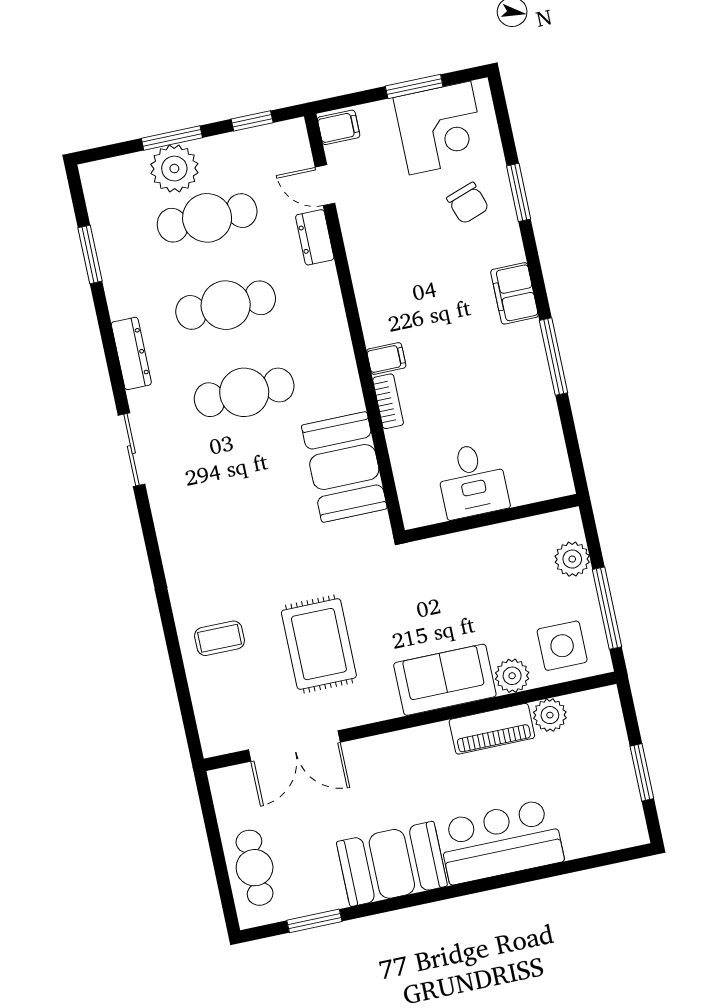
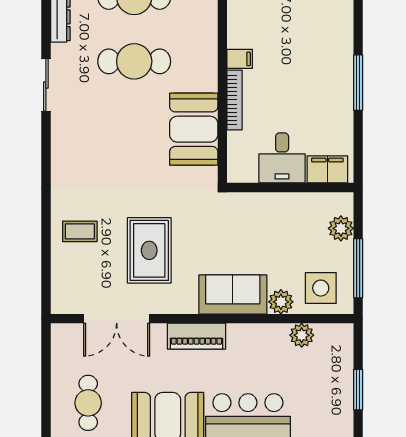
filing cabinet: (515, 293) -> (327, 169), moved, turned 90
bookcase: (388, 401) -> (235, 100), width x1.56
piano: (492, 729) -> (196, 336), moved
cafe table: (255, 868) -> (88, 403), moved

